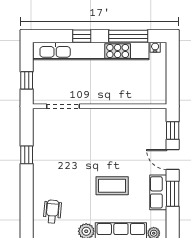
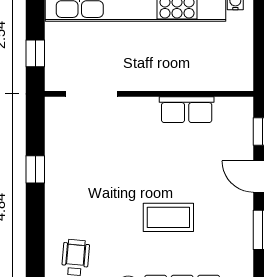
row of seats: (158, 192) -> (187, 110), moved, turned -90

